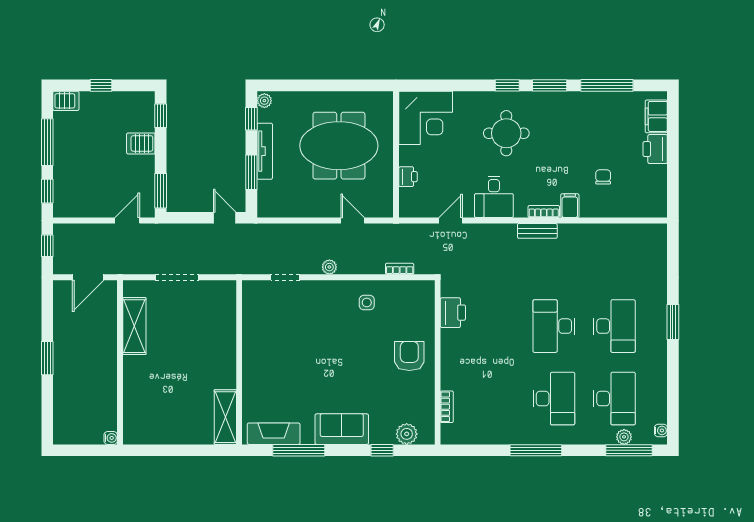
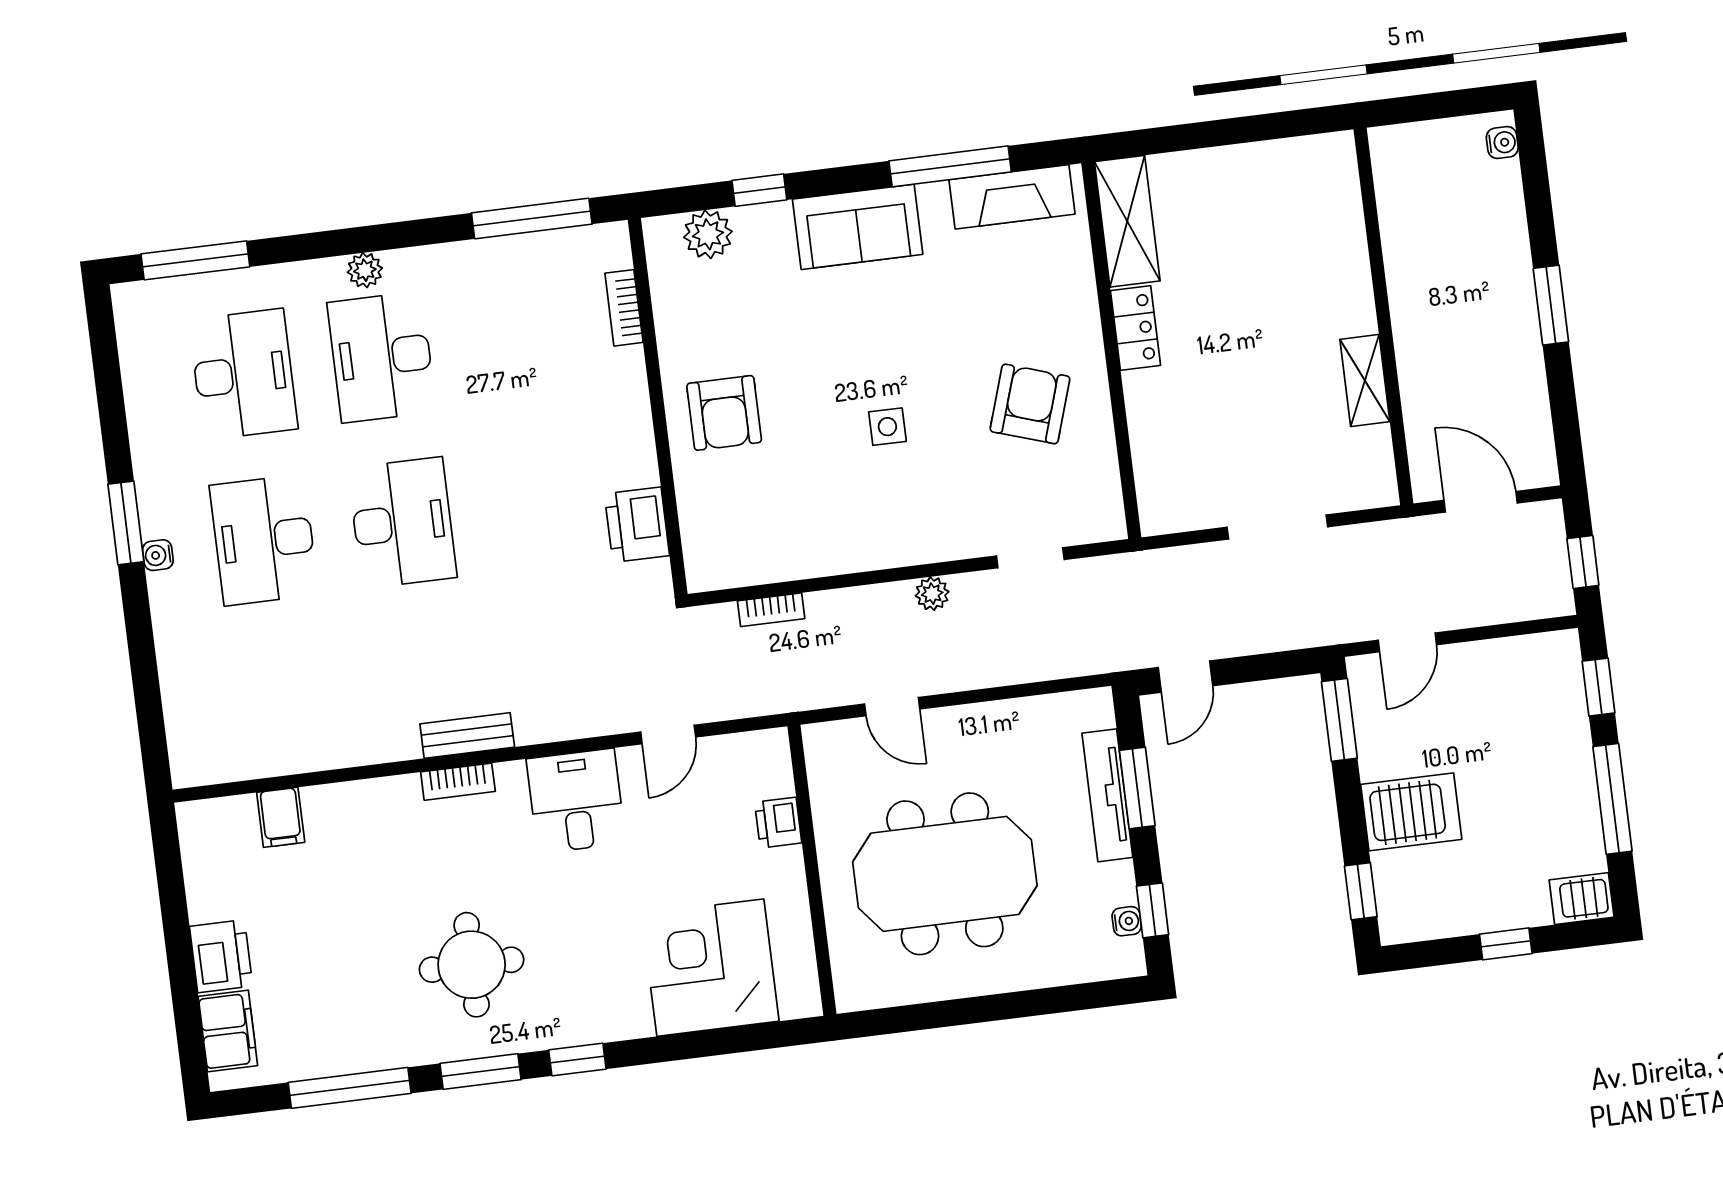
plant: (264, 101) -> (1128, 955), removed
water cooler: (263, 115) -> (1127, 921), added
corner desk: (426, 118) -> (710, 968), moved
round table: (506, 133) -> (472, 965), moved
server rack: (141, 143) -> (1411, 812), width x1.36, depth x1.44
tv unit: (265, 151) -> (1107, 795), moved
chair: (603, 177) -> (332, 878), removed
filing cabinet: (570, 206) -> (281, 817), moved
door: (225, 218) -> (1185, 677), hinge flipped
door: (88, 277) -> (1481, 502), hinge flipped
side table: (367, 303) -> (887, 427), moved
window: (673, 322) -> (126, 523), moved
shelving: (134, 326) -> (1365, 381), width x0.67, depth x0.75
armchair: (277, 344) -> (1030, 404), added
locker: (227, 371) -> (1136, 328), added
desk: (614, 399) -> (243, 374), turned 180
water cooler: (661, 430) -> (158, 555), moved
plant: (624, 437) -> (365, 270), moved
water cooler: (111, 438) -> (1502, 143), moved, turned 180
window: (536, 450) -> (532, 218), moved

